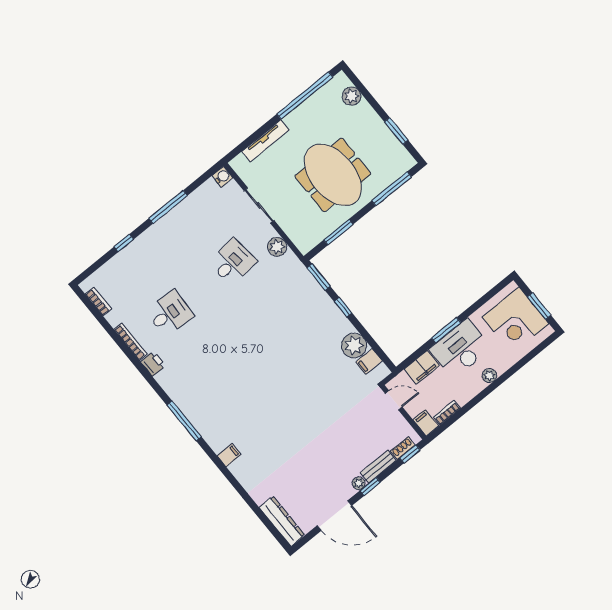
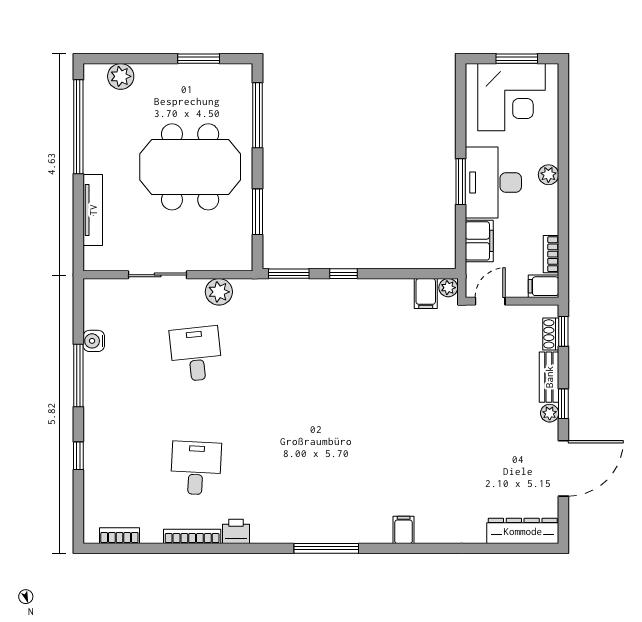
water cooler: (222, 177) -> (94, 341), moved, turned -90
plant: (354, 346) -> (448, 288), moved, width x0.53, depth x0.53

